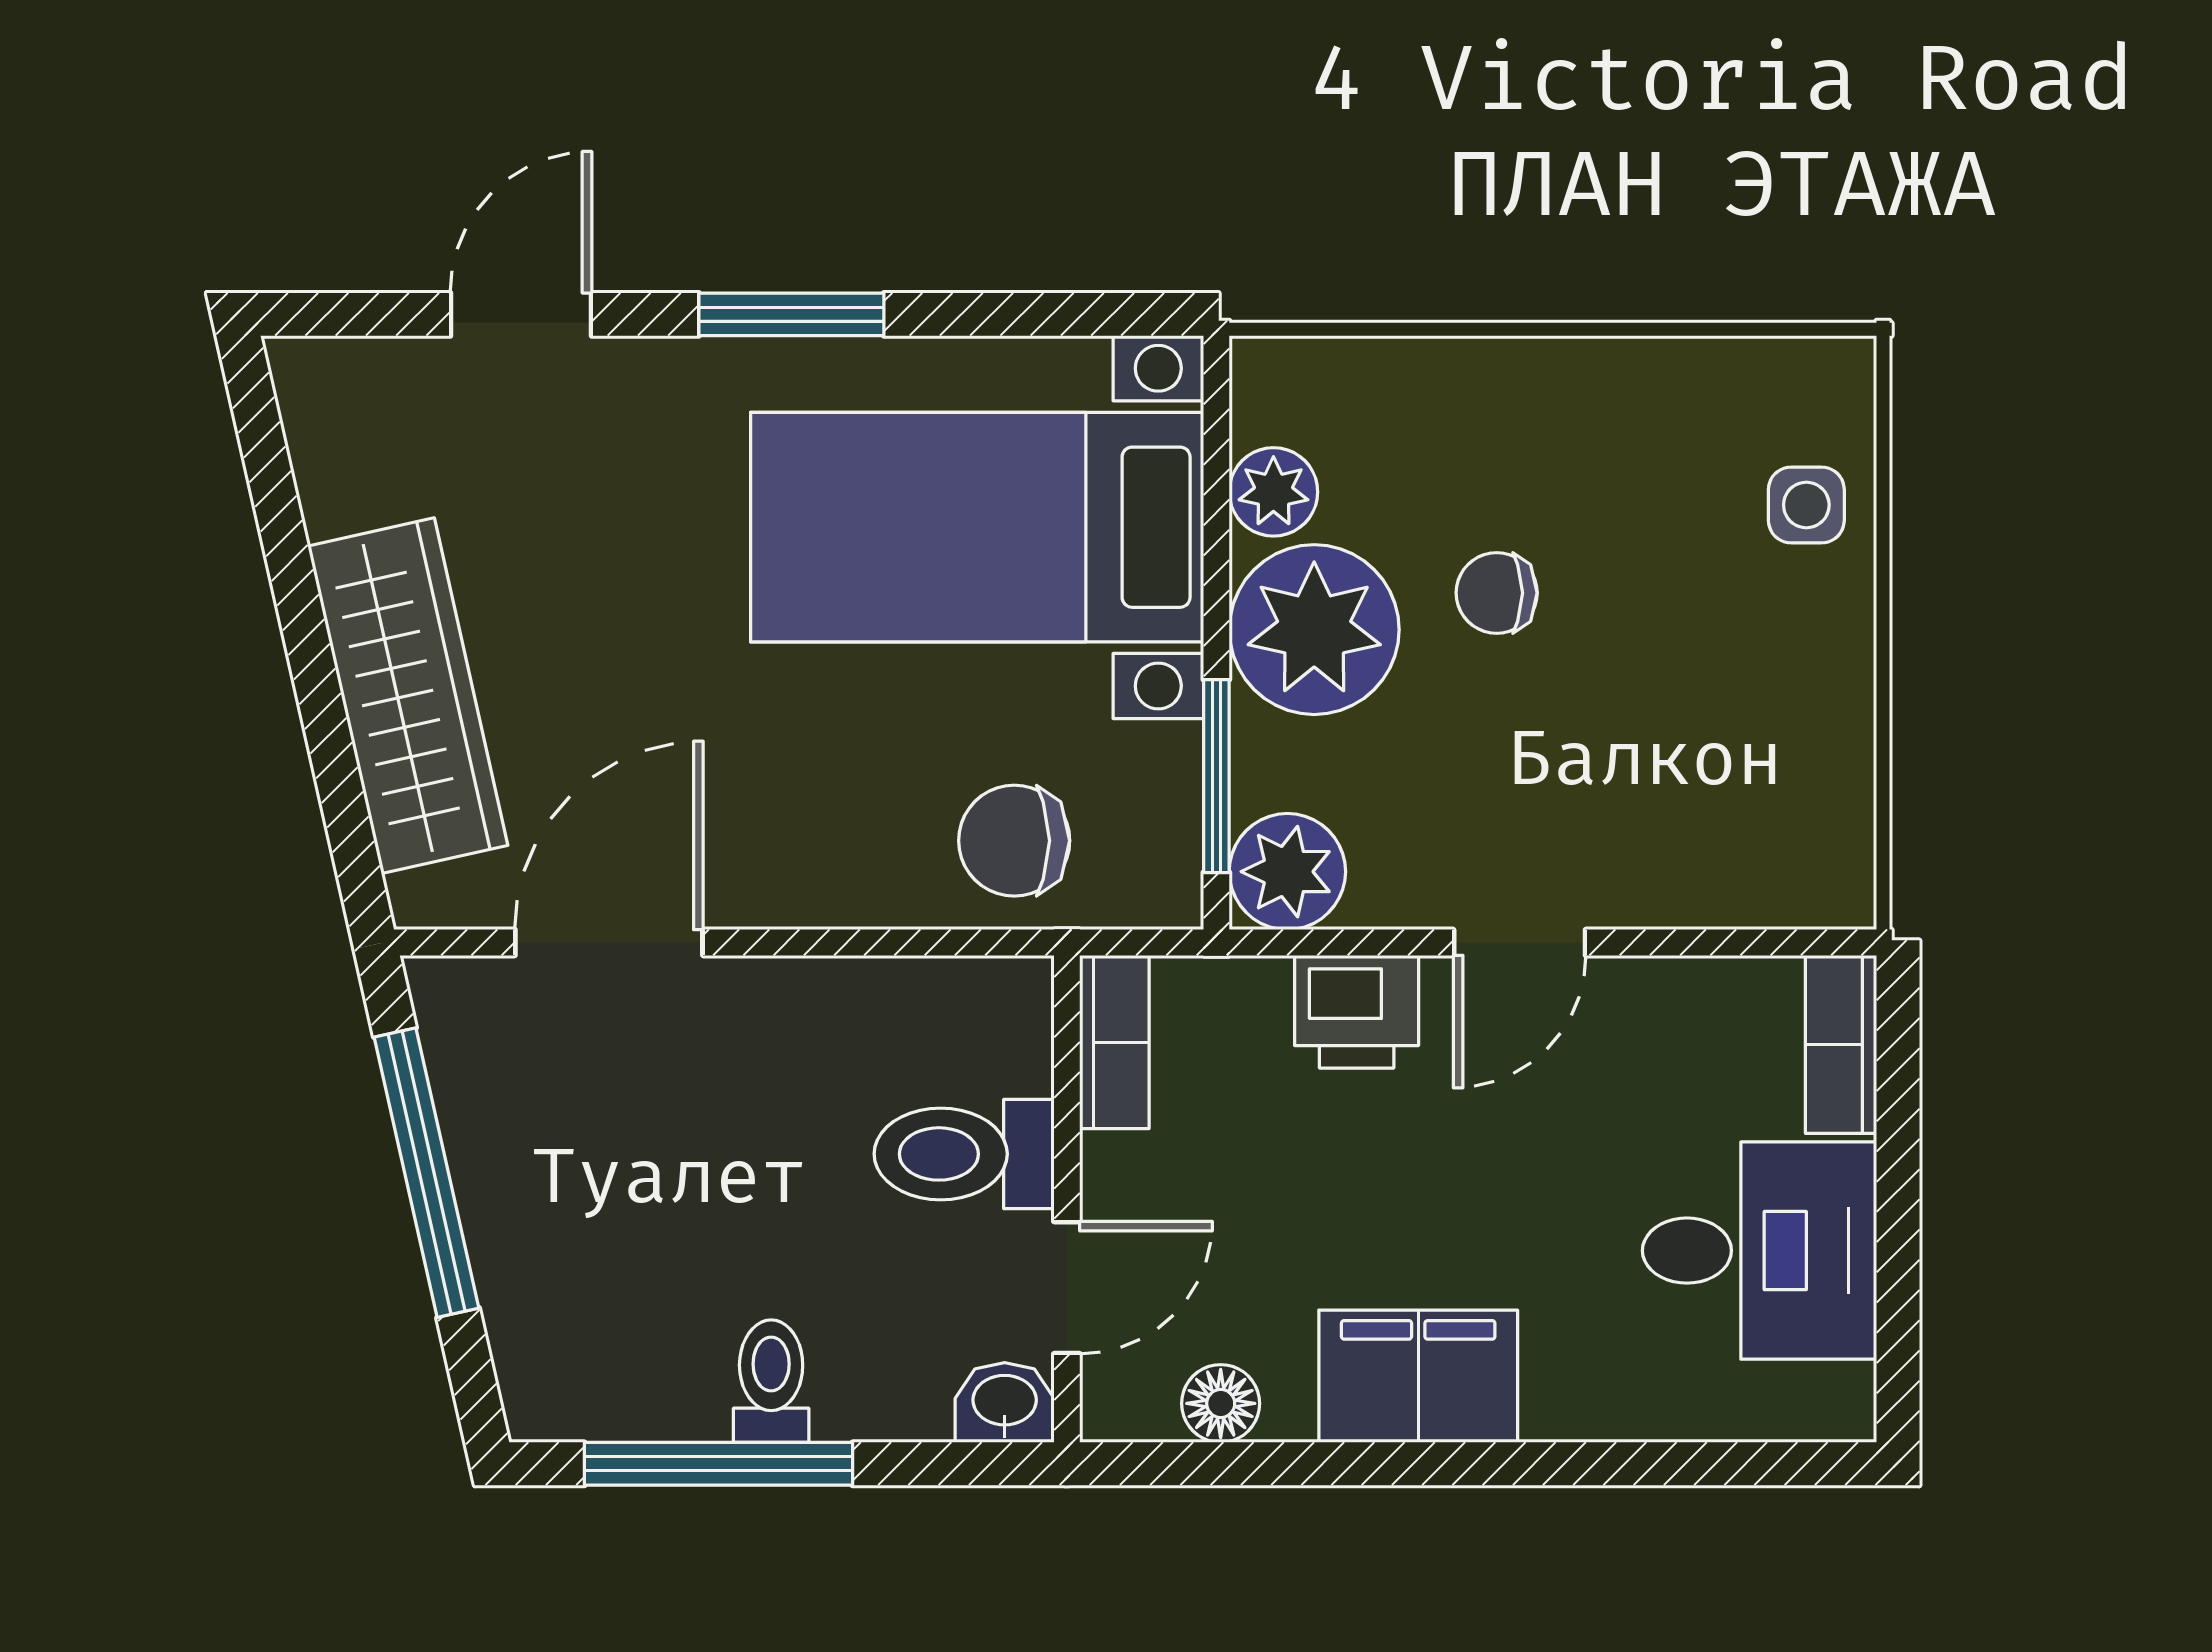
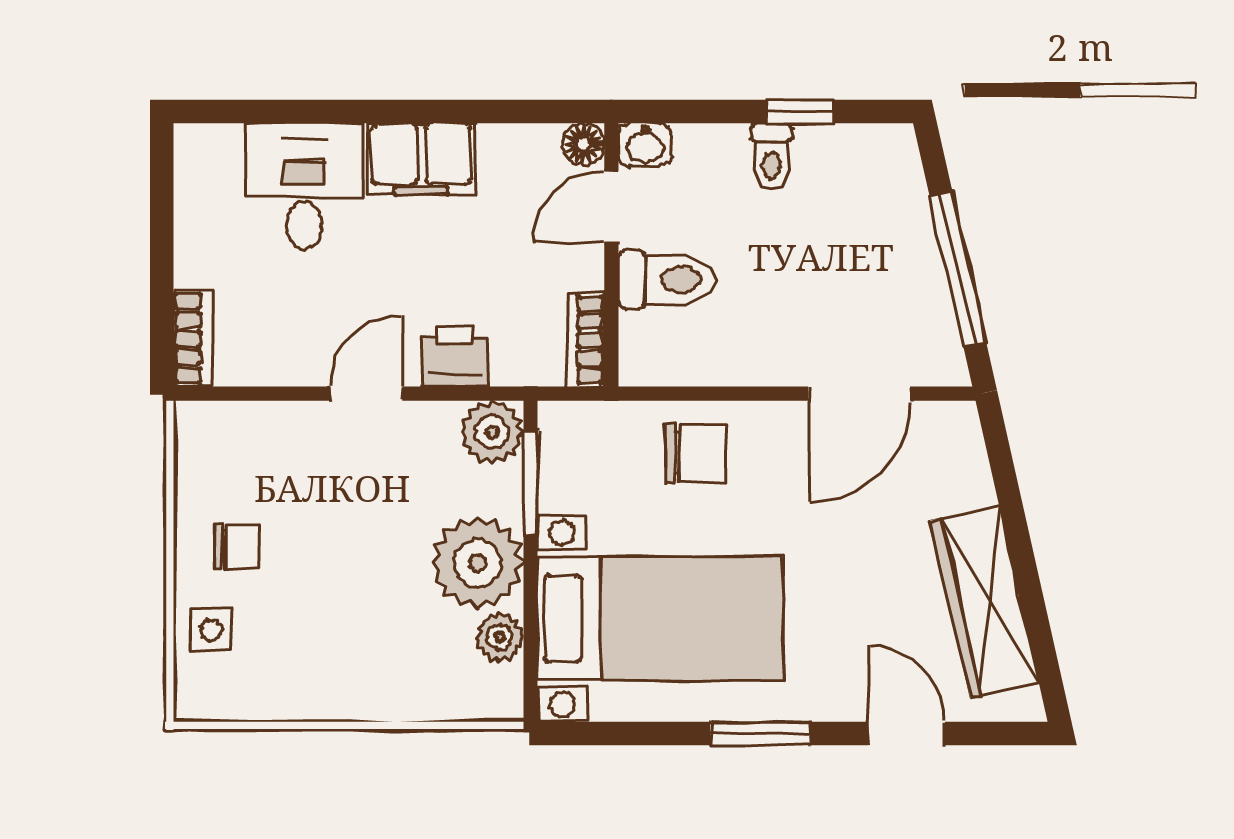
door: (521, 314) -> (907, 733), swing flipped
chair: (1497, 593) -> (237, 546), moved
wardrobe: (408, 696) -> (985, 601), moved
chair: (1014, 841) -> (695, 453), moved
desk: (1760, 1251) -> (304, 186), moved, turned 90
floor lamp: (1221, 1403) -> (583, 144), moved
window: (719, 1464) -> (800, 112), width x0.46

